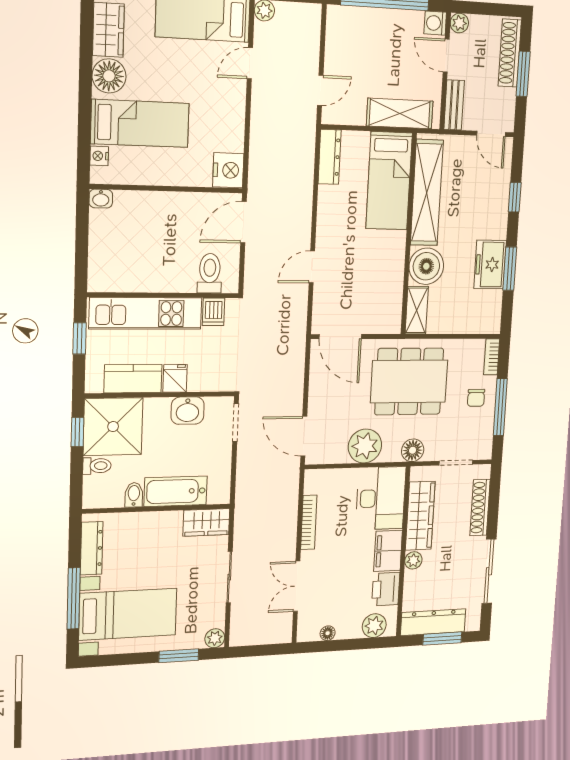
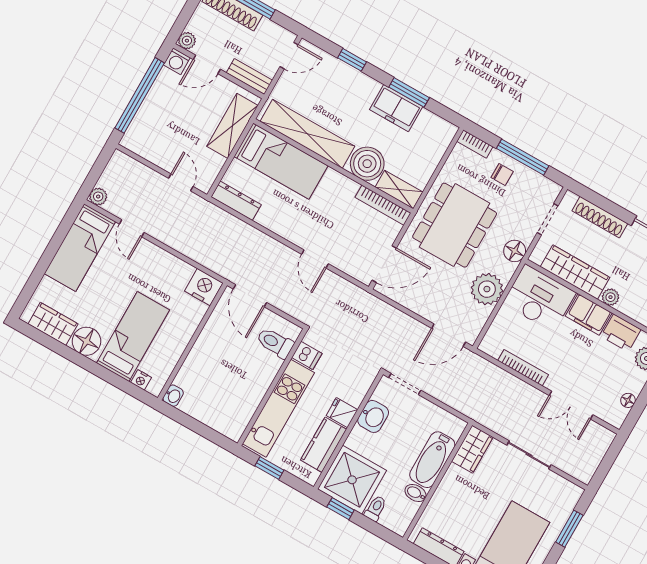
bookcase: (395, 303) -> (383, 205), added
plant: (215, 638) -> (573, 493), removed

